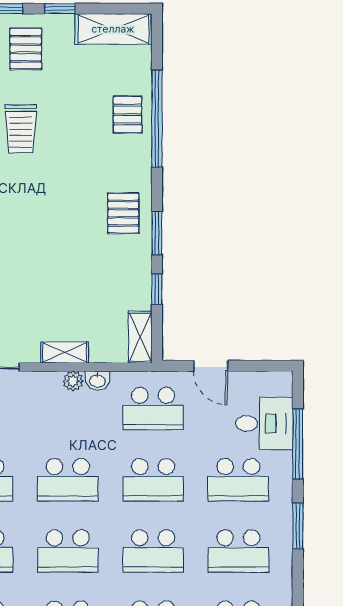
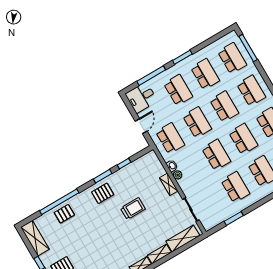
trolley: (21, 129) -> (133, 209), moved
shelving: (140, 337) -> (146, 159), removed
desk: (264, 423) -> (141, 97), moved, turned -90

